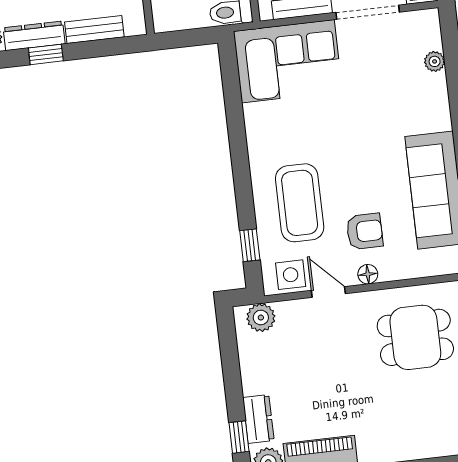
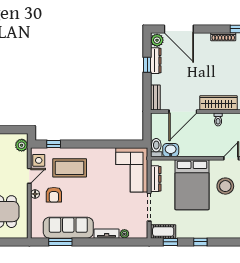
bench: (94, 30) -> (155, 97), moved
tv unit: (439, 102) -> (107, 234), added

